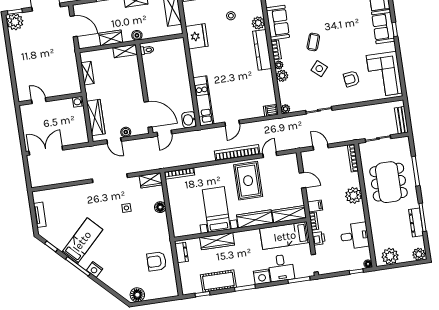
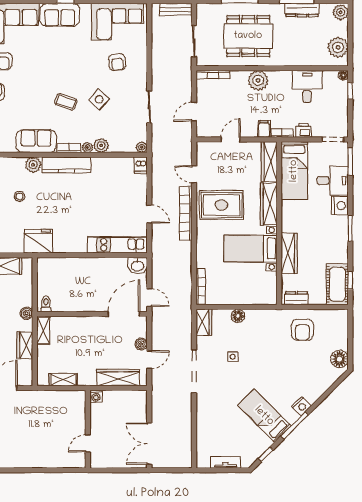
cot: (218, 281) -> (337, 284), moved

